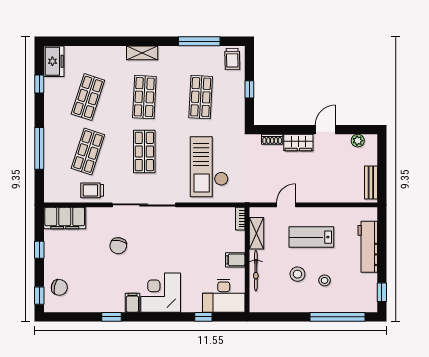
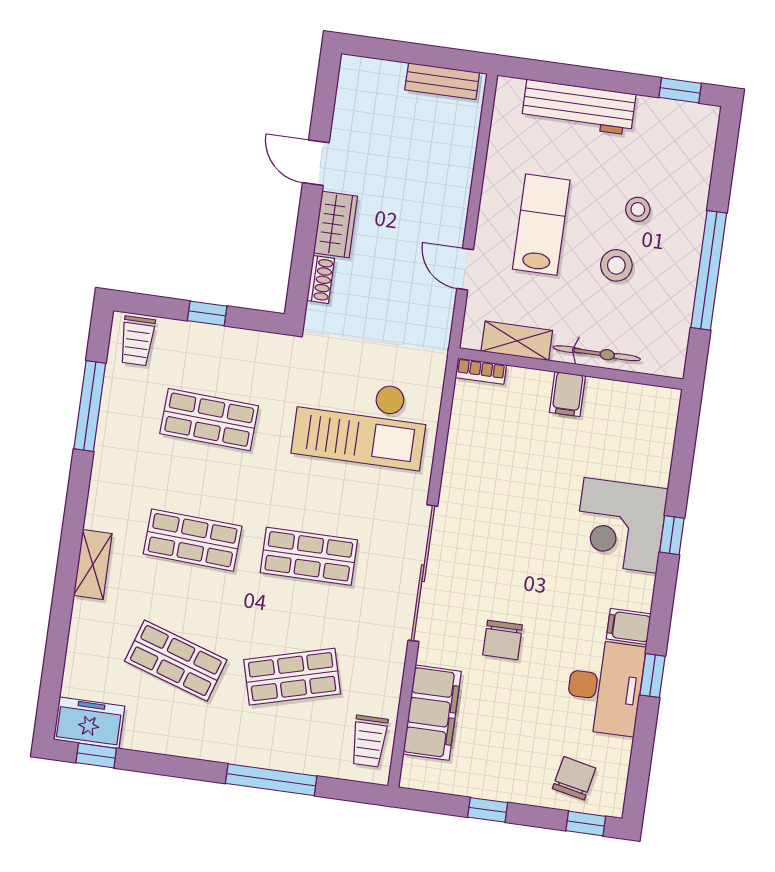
shelving: (142, 53) -> (93, 565), moved
trolley: (232, 59) -> (137, 341), turned 91
window: (39, 84) -> (96, 756), moved
plant: (358, 141) -> (349, 97), removed
shop shelf: (88, 151) -> (292, 677), turned -33
trolley: (92, 190) -> (369, 741), moved
filing cabinet: (65, 218) -> (432, 713), moved
lab bench: (311, 237) -> (541, 225), turned 180
chair: (118, 246) -> (503, 640), turned 80
corner desk: (161, 293) -> (620, 525), moved
desk: (224, 296) -> (605, 687), moved
window: (203, 317) -> (672, 535), moved
window: (338, 317) -> (709, 270), moved

